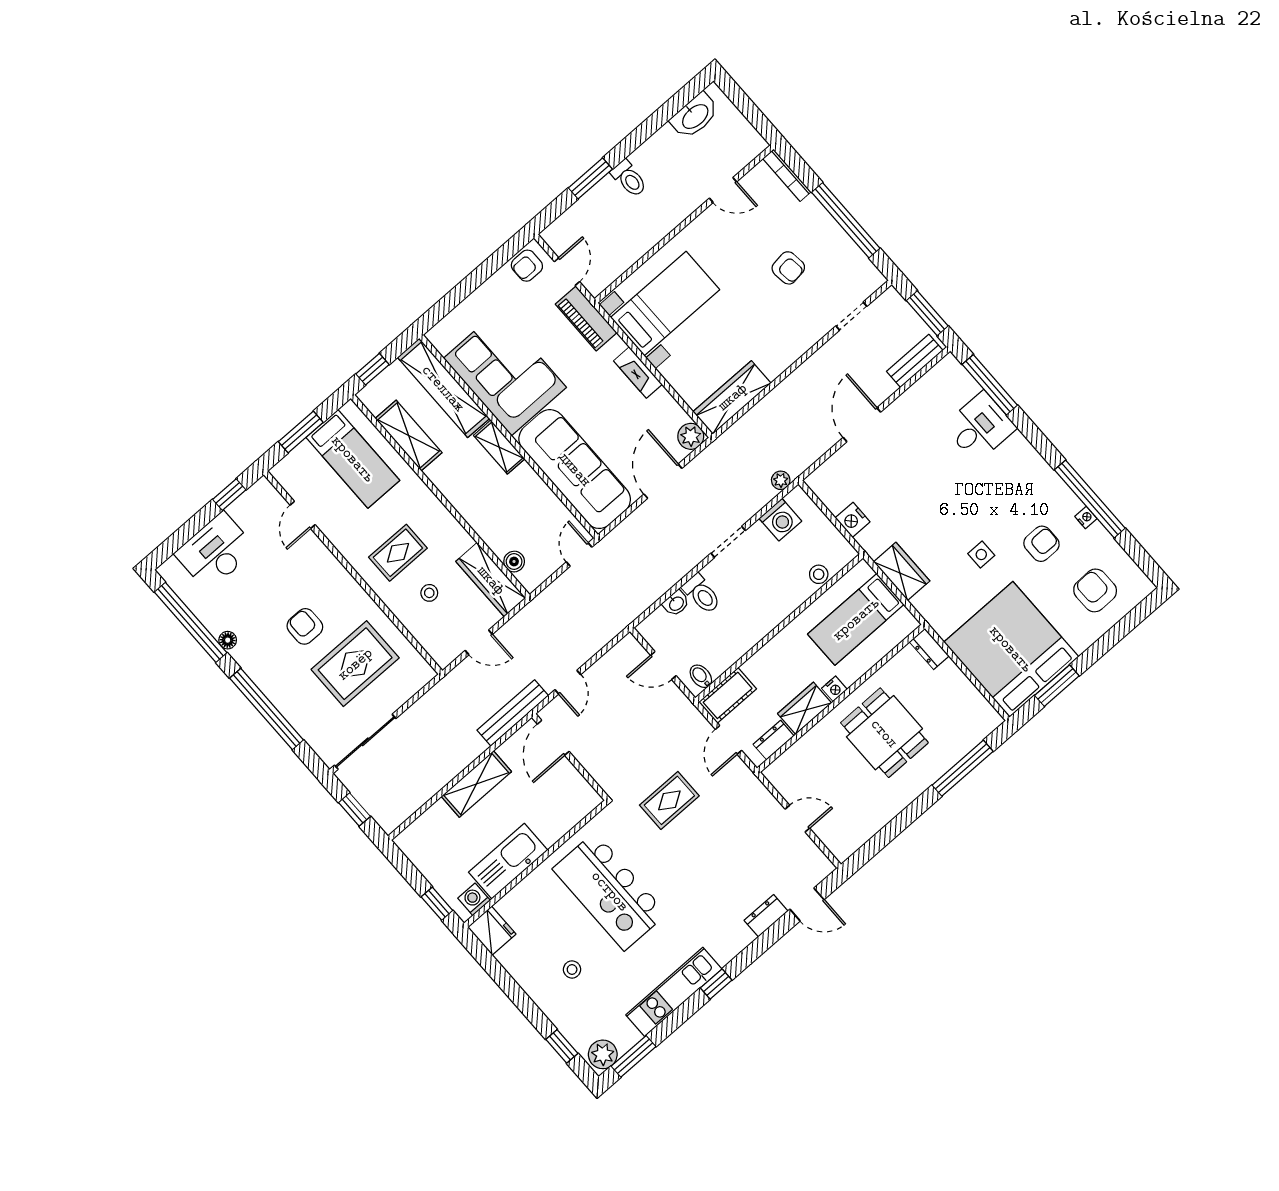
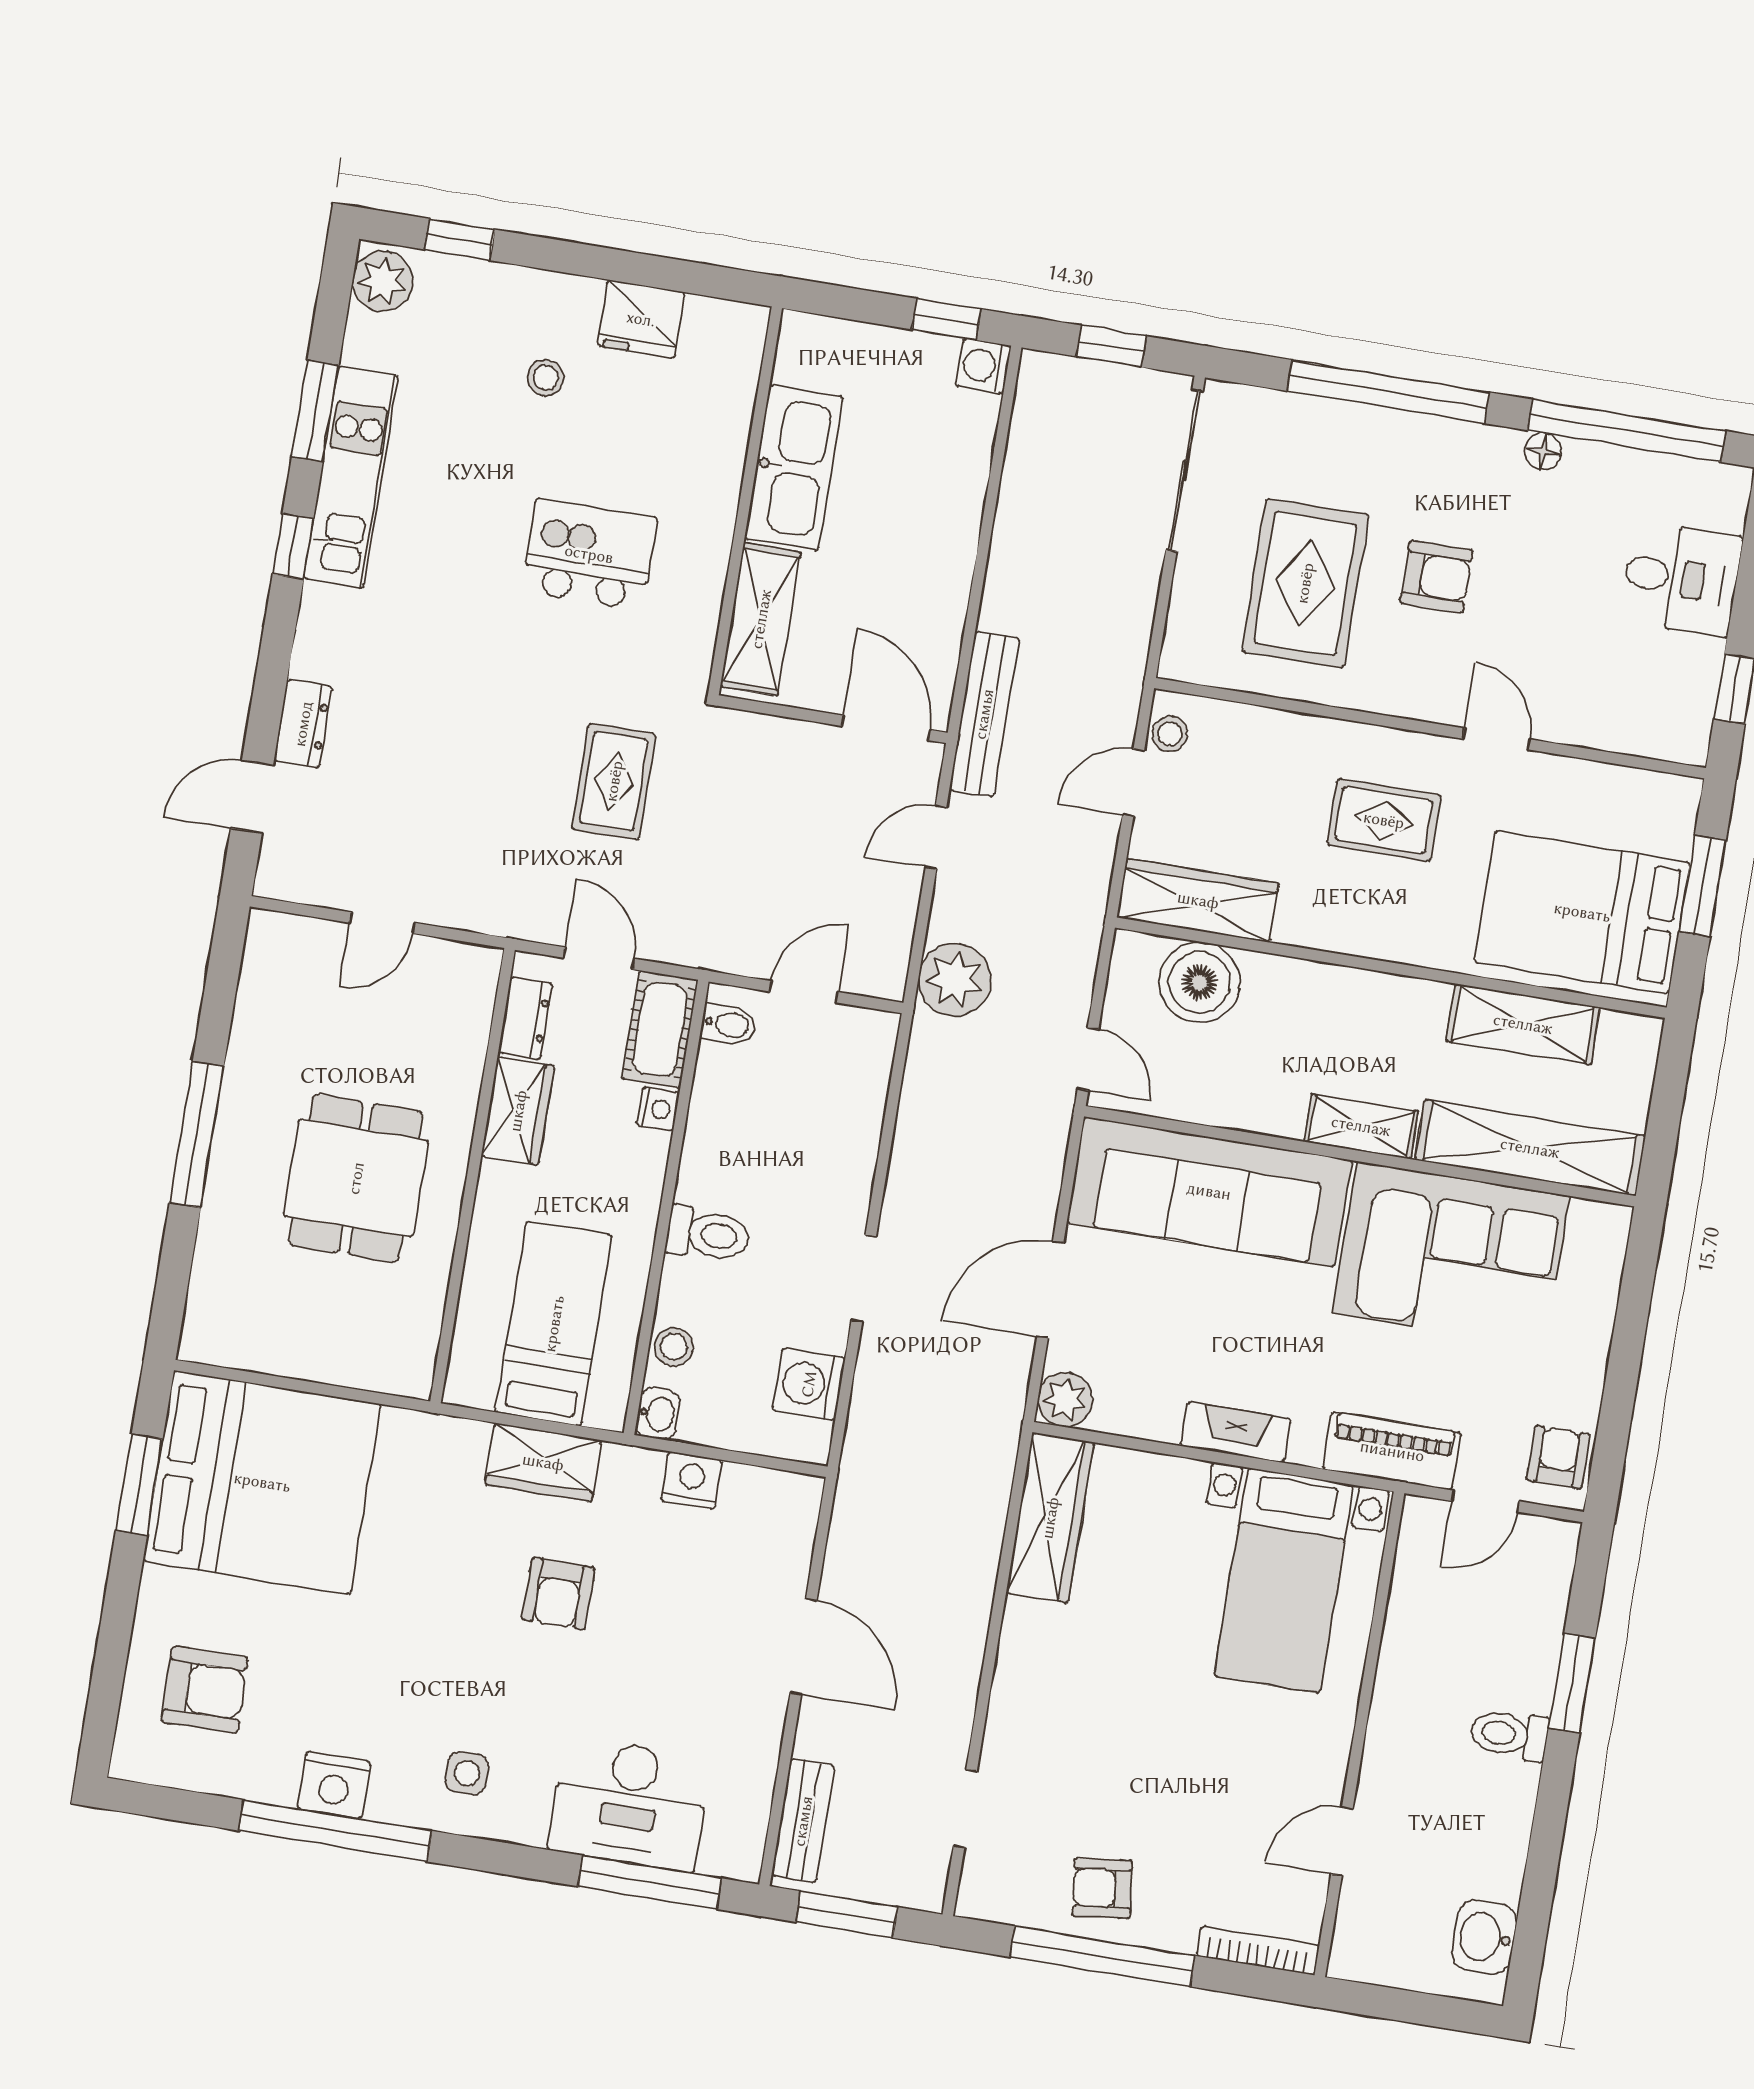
washbasin: (695, 116) -> (1484, 1937), width x0.72
armchair: (788, 268) -> (1102, 1888), moved
door: (567, 272) -> (1485, 1501), hinge flipped
window: (372, 369) -> (1670, 1083), removed
desk: (980, 427) -> (629, 1804), width x1.37
bed: (353, 459) -> (1582, 912), width x1.50
plant: (781, 480) -> (955, 980), moved, width x1.88, depth x1.88
door: (663, 481) -> (1050, 1290), swing flipped
door: (303, 515) -> (1496, 739), moved
nightstand: (1086, 518) -> (334, 1785), width x1.89, depth x1.79
armchair: (1041, 544) -> (558, 1594), moved
desk: (216, 551) -> (1681, 579), width x0.73
rug: (398, 553) -> (1384, 820), turned 90
side table: (981, 554) -> (467, 1773), moved
boiler: (514, 562) -> (1200, 982), width x1.86, depth x1.86
stool: (429, 593) -> (1170, 734), moved
toilet: (702, 594) -> (708, 1234), moved, turned 180
washbasin: (676, 603) -> (658, 1414), moved, turned 180
dresser: (929, 649) -> (395, 1374), removed
door: (568, 682) -> (936, 837), hinge flipped
nightstand: (834, 689) -> (658, 1109), moved, turned 180
dining table: (884, 733) -> (356, 1178), turned 90
window: (963, 768) -> (197, 1135), moved
shelving: (476, 784) -> (761, 619), moved
kitchen island: (610, 891) -> (589, 554), width x0.54, depth x0.78
washing machine: (474, 899) -> (983, 366), moved, turned 180
window: (437, 904) -> (947, 319), moved
fridge: (492, 931) -> (641, 319), moved
window: (634, 1056) -> (315, 411), moved

